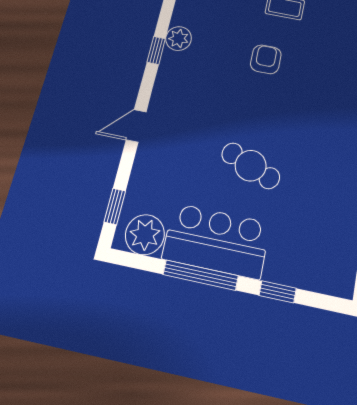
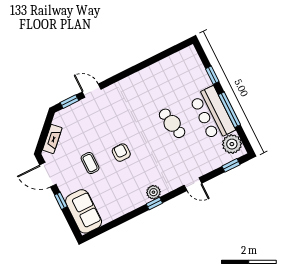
plant: (179, 38) -> (153, 192), moved
armchair: (266, 59) -> (121, 153), turned 90
cafe table: (251, 166) -> (172, 123), turned -34

